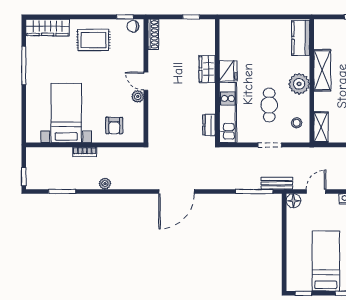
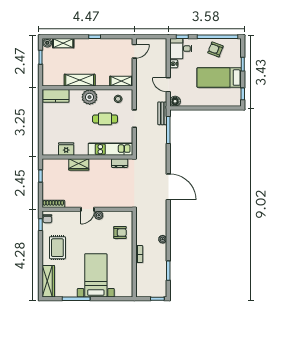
fridge: (228, 71) -> (66, 149), moved
bed with nightstands: (66, 113) -> (96, 275), moved, turned 90

